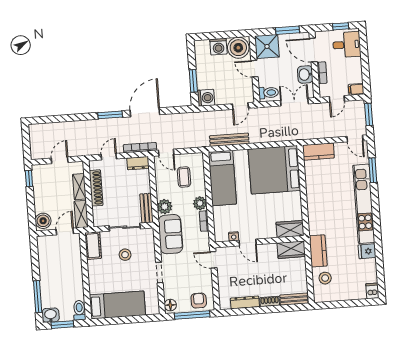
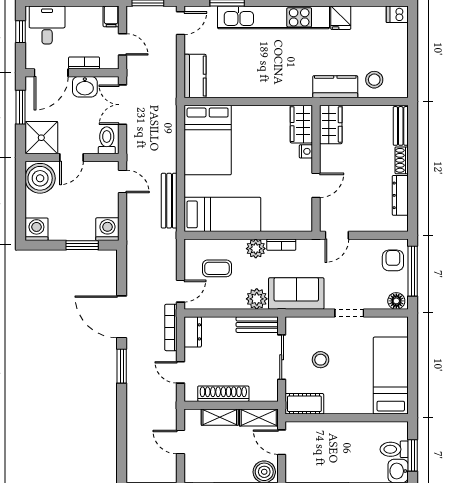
washing machine: (218, 47) -> (36, 229), moved, turned -90
bed: (274, 170) -> (208, 140), width x0.73
nightstand: (234, 236) -> (306, 151), moved
armchair: (199, 301) -> (393, 260), turned 90
toilet: (79, 310) -> (394, 449), moved

